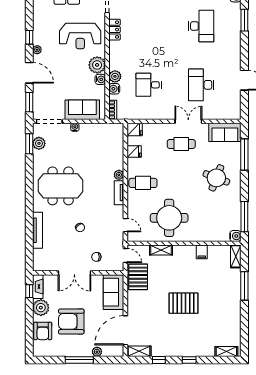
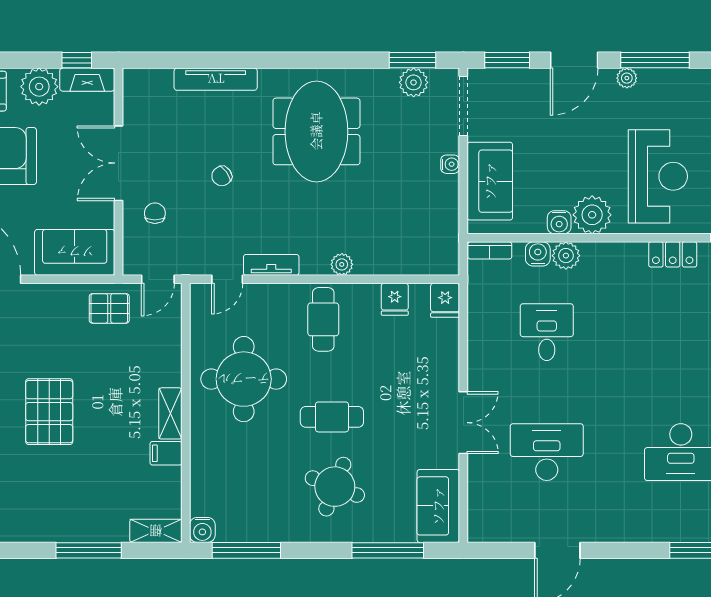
reception desk: (80, 36) -> (658, 176), turned 180
window: (29, 37) -> (655, 60), width x2.17
cafe table: (181, 144) -> (332, 417), moved, turned 90
tv unit: (119, 193) -> (271, 265), moved
shelving: (161, 250) -> (170, 413), moved
pallet: (138, 277) -> (109, 308), width x0.67, depth x0.71

